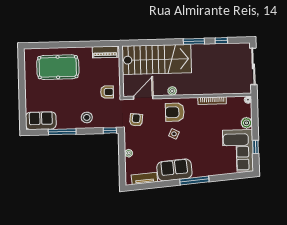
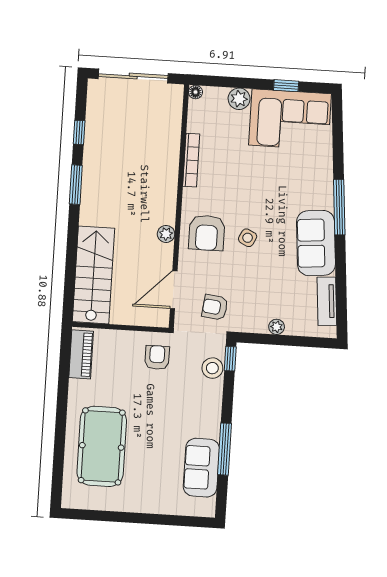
stairs: (157, 59) -> (93, 275), width x0.73, depth x0.66
door: (143, 98) -> (174, 290), hinge flipped
stool: (87, 117) -> (212, 368), moved
sofa: (41, 121) -> (201, 468), moved

